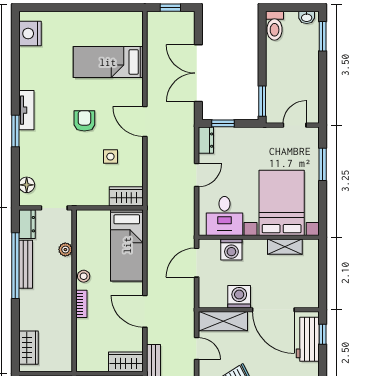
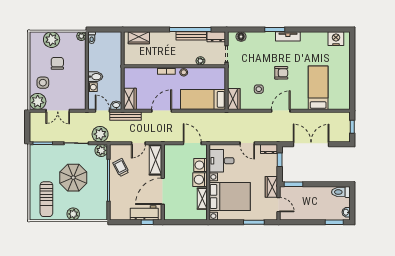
wardrobe: (266, 136) -> (271, 187), added
washing machine: (239, 297) -> (200, 180), moved, turned 180

